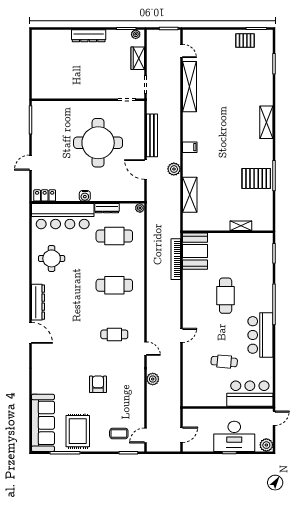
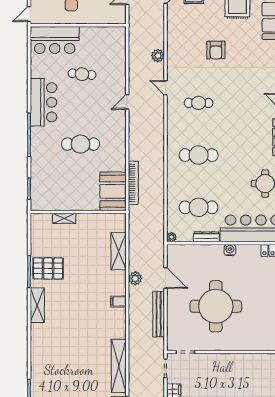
shelving: (266, 122) -> (37, 305), moved
cafe table: (226, 296) -> (81, 144), turned 90

